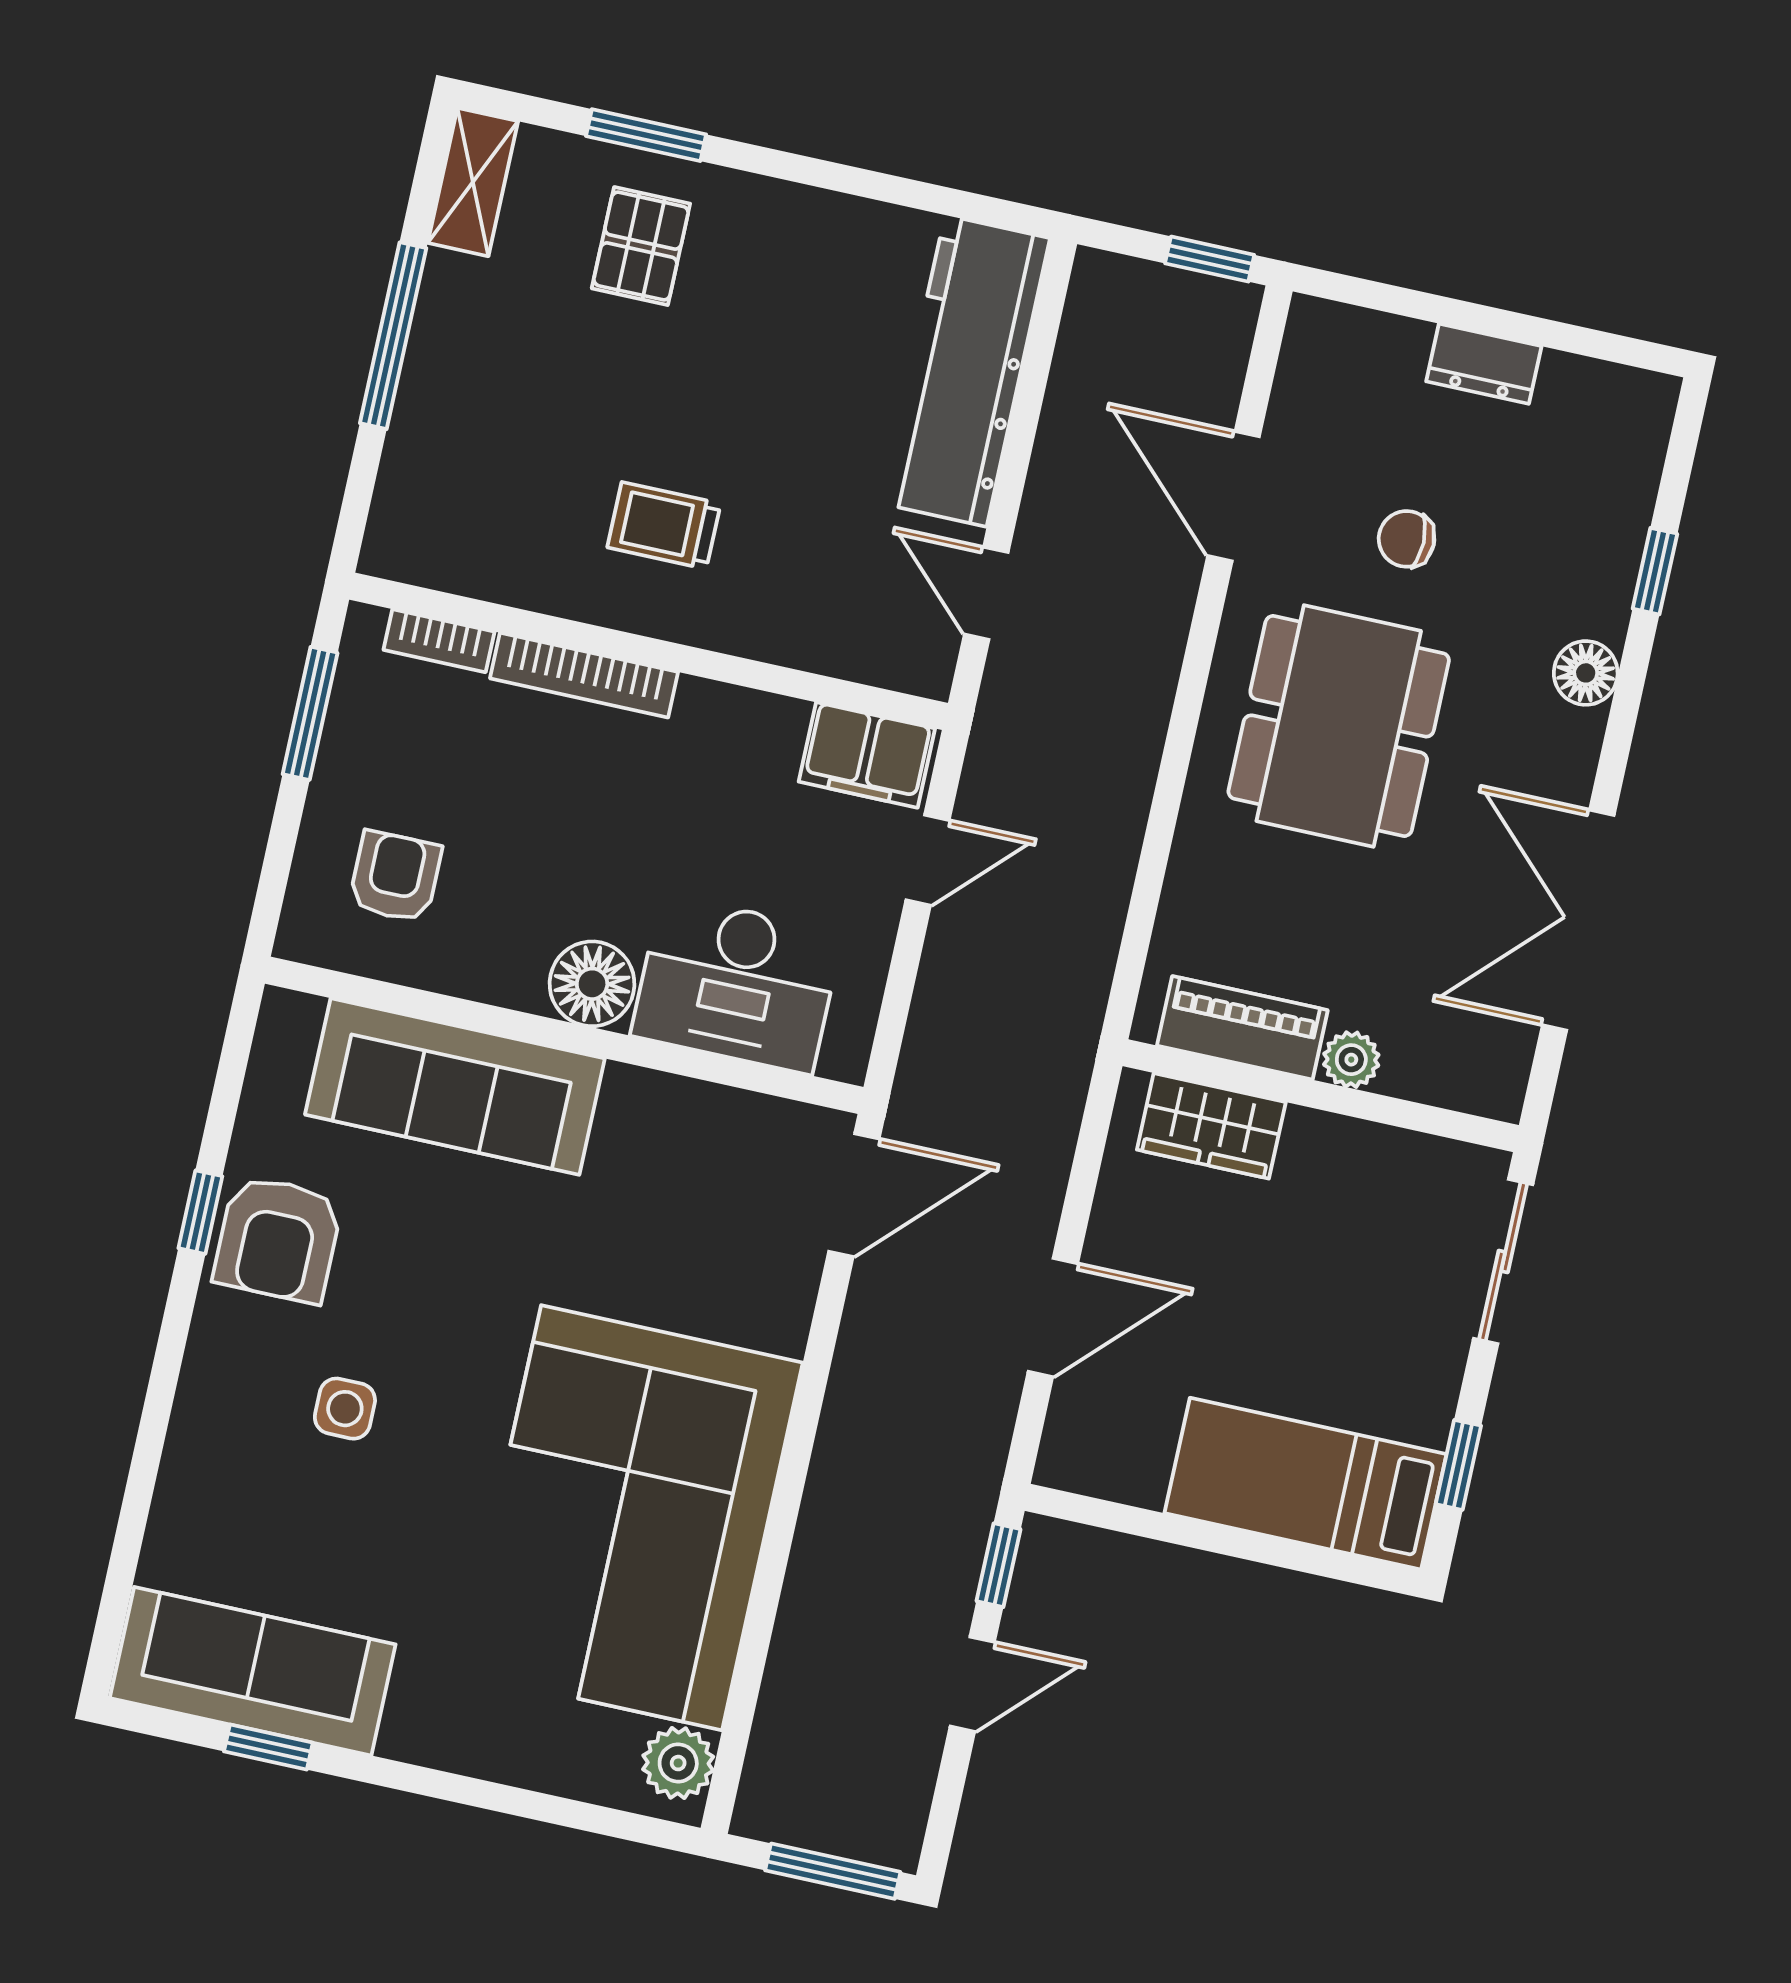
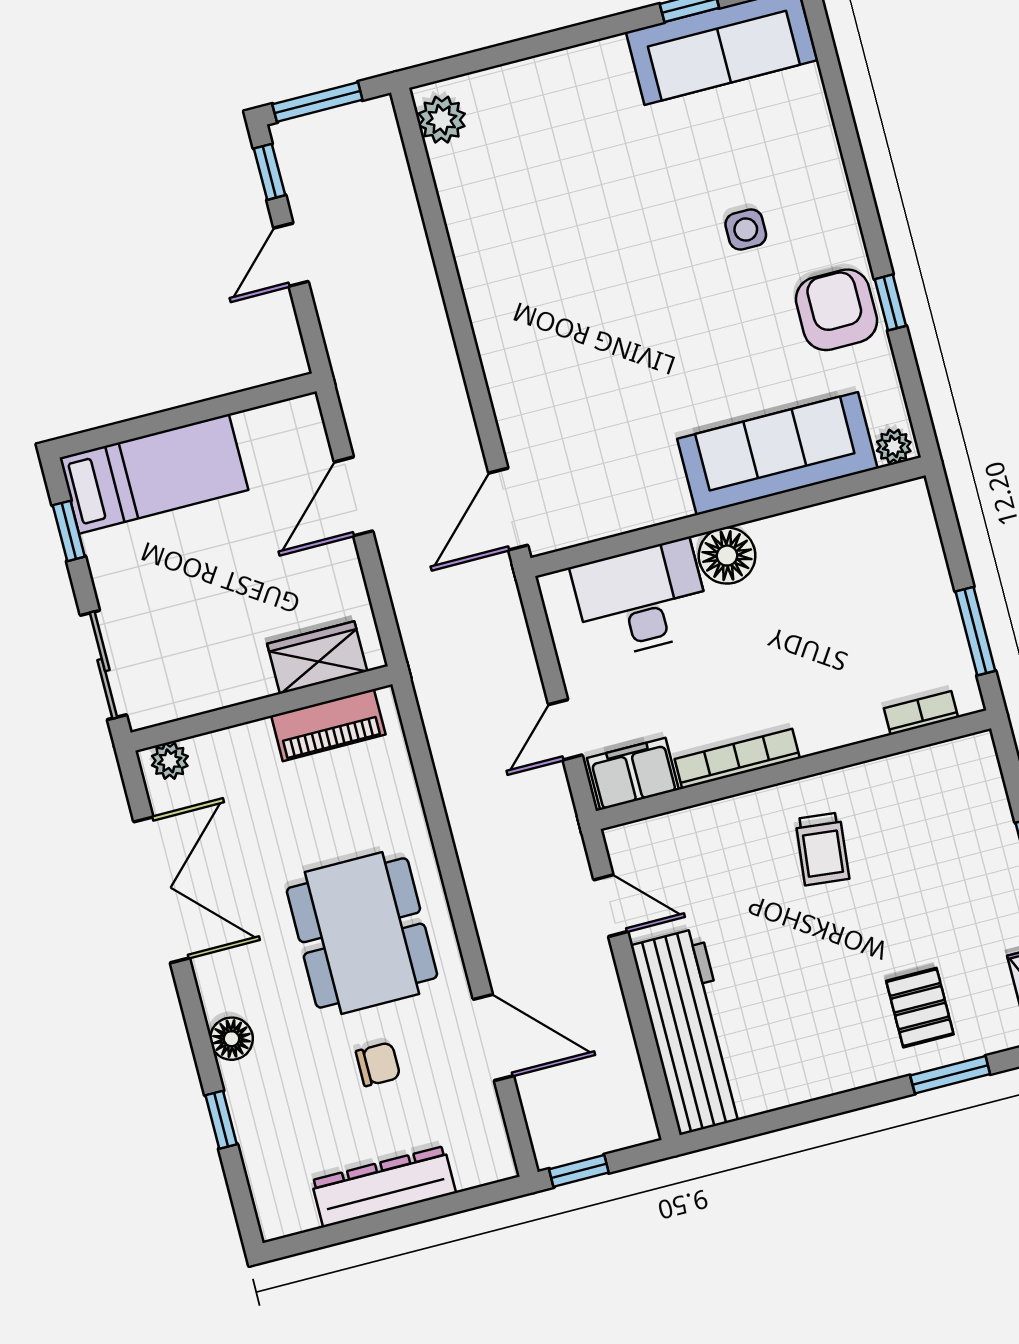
dresser: (1484, 364) -> (384, 1187), width x1.96, depth x1.24
trolley: (664, 525) -> (822, 849), turned 96
bookcase: (584, 675) -> (737, 759), moved
armchair: (395, 877) -> (876, 560), removed
plant: (294, 1017) -> (894, 446), added
plant: (1351, 1060) -> (170, 761), moved
corner sofa: (632, 1518) -> (543, 251), removed
window: (999, 1565) -> (270, 172), moved

